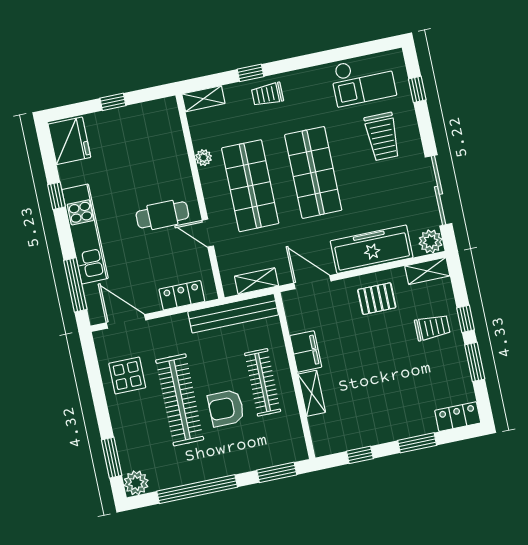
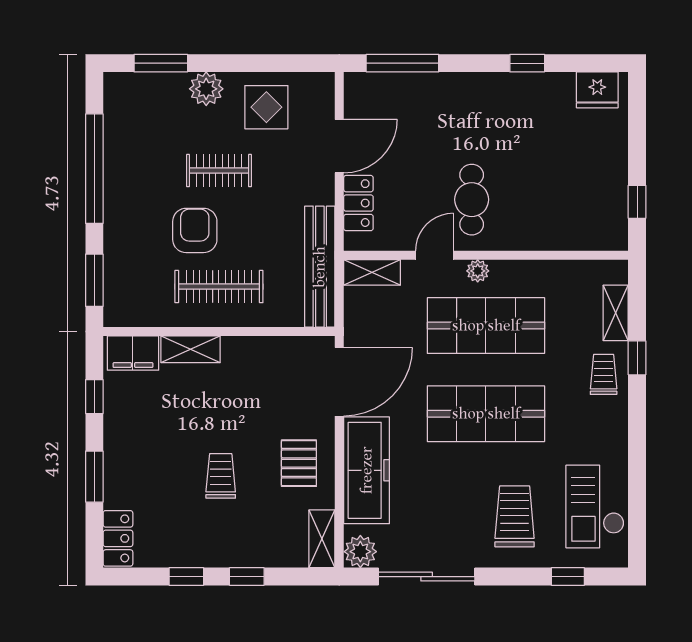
shelving: (203, 99) -> (616, 313), moved
window: (113, 102) -> (637, 202), moved
trolley: (382, 136) -> (515, 516), turned 90
fridge: (69, 141) -> (597, 90), width x0.73, depth x0.75
plant: (204, 158) -> (478, 271), moved
kitchen unit: (85, 234) -> (468, 91), removed
shelving: (257, 281) -> (372, 272), moved, turned 90
door: (312, 282) -> (339, 382), width x1.36
door: (126, 321) -> (339, 146), moved
trolley: (432, 327) -> (221, 476), moved, turned 180
filing cabinet: (306, 351) -> (133, 353), moved
window: (475, 362) -> (186, 577), width x0.67
clothes rail: (180, 400) -> (219, 171), width x0.54, depth x0.76
plant: (136, 483) -> (206, 89), moved

